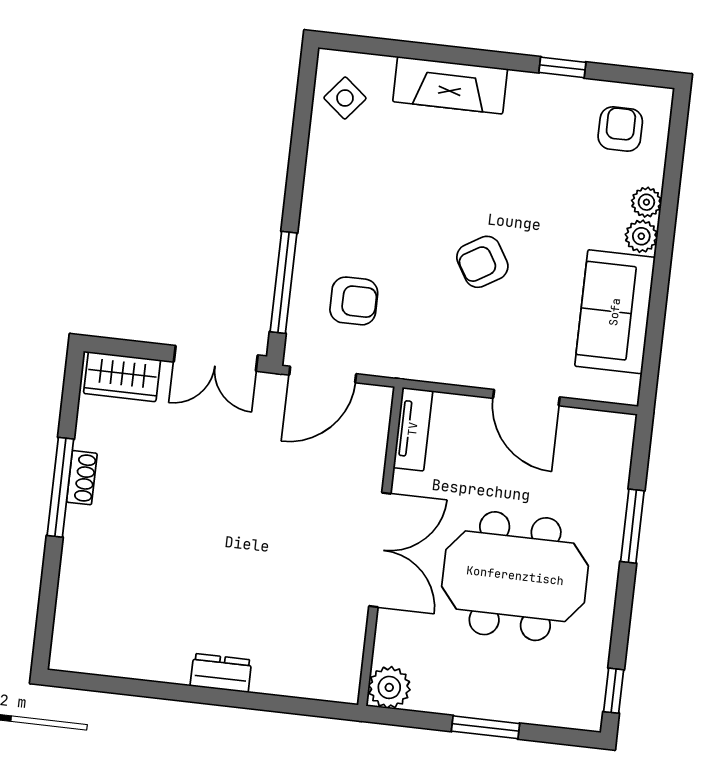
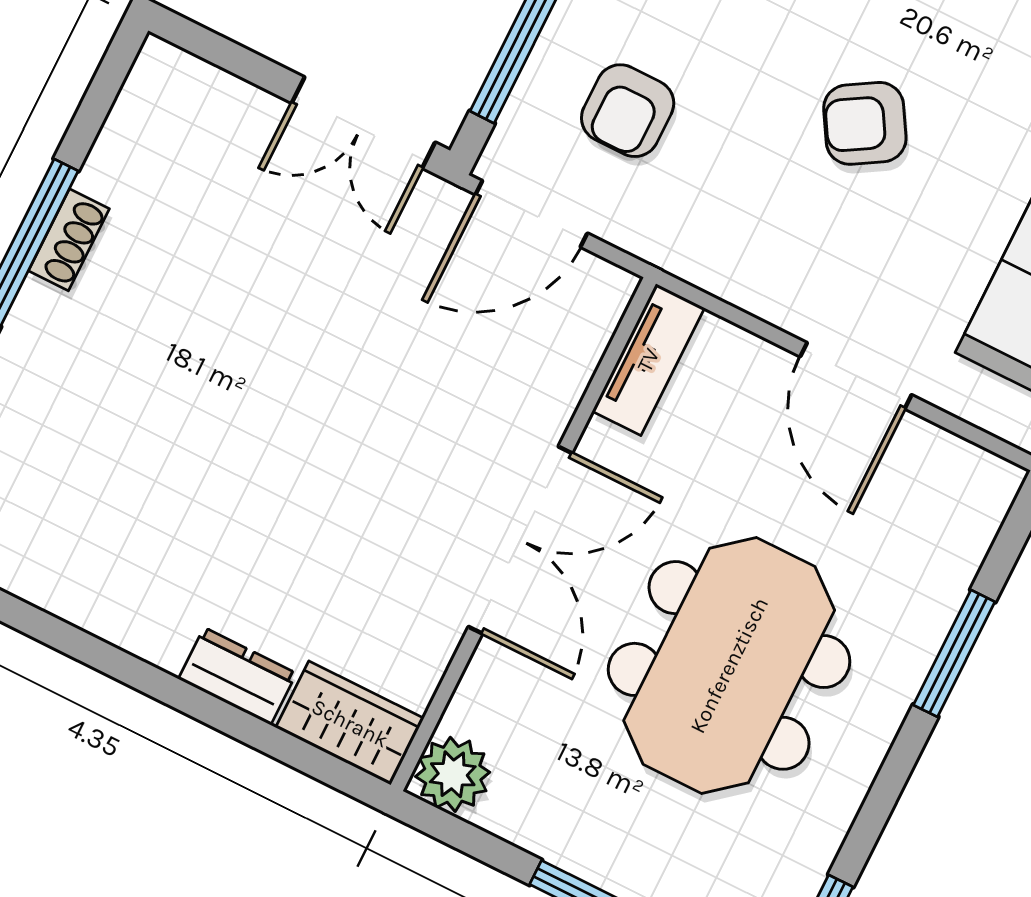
armchair: (354, 301) -> (628, 111), turned 90
wardrobe: (122, 377) -> (350, 723), moved, turned 180
meeting table: (515, 576) -> (729, 665), turned 90
dresser: (221, 673) -> (237, 676), moved

